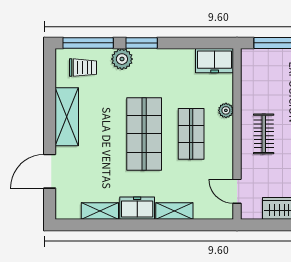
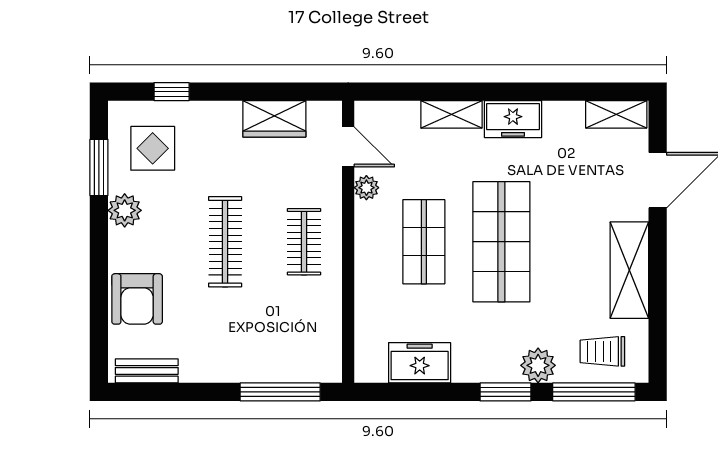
freezer: (215, 61) -> (420, 363), moved
plant: (226, 110) -> (366, 188), moved
shelving: (100, 211) -> (616, 114), moved

